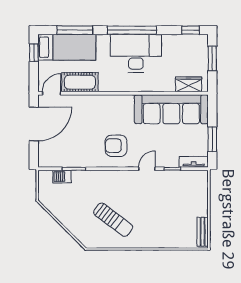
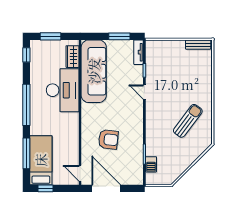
desk: (136, 53) -> (63, 90), moved, turned 180
cot: (80, 82) -> (71, 149), removed
armchair: (116, 146) -> (108, 139), moved, turned -84

